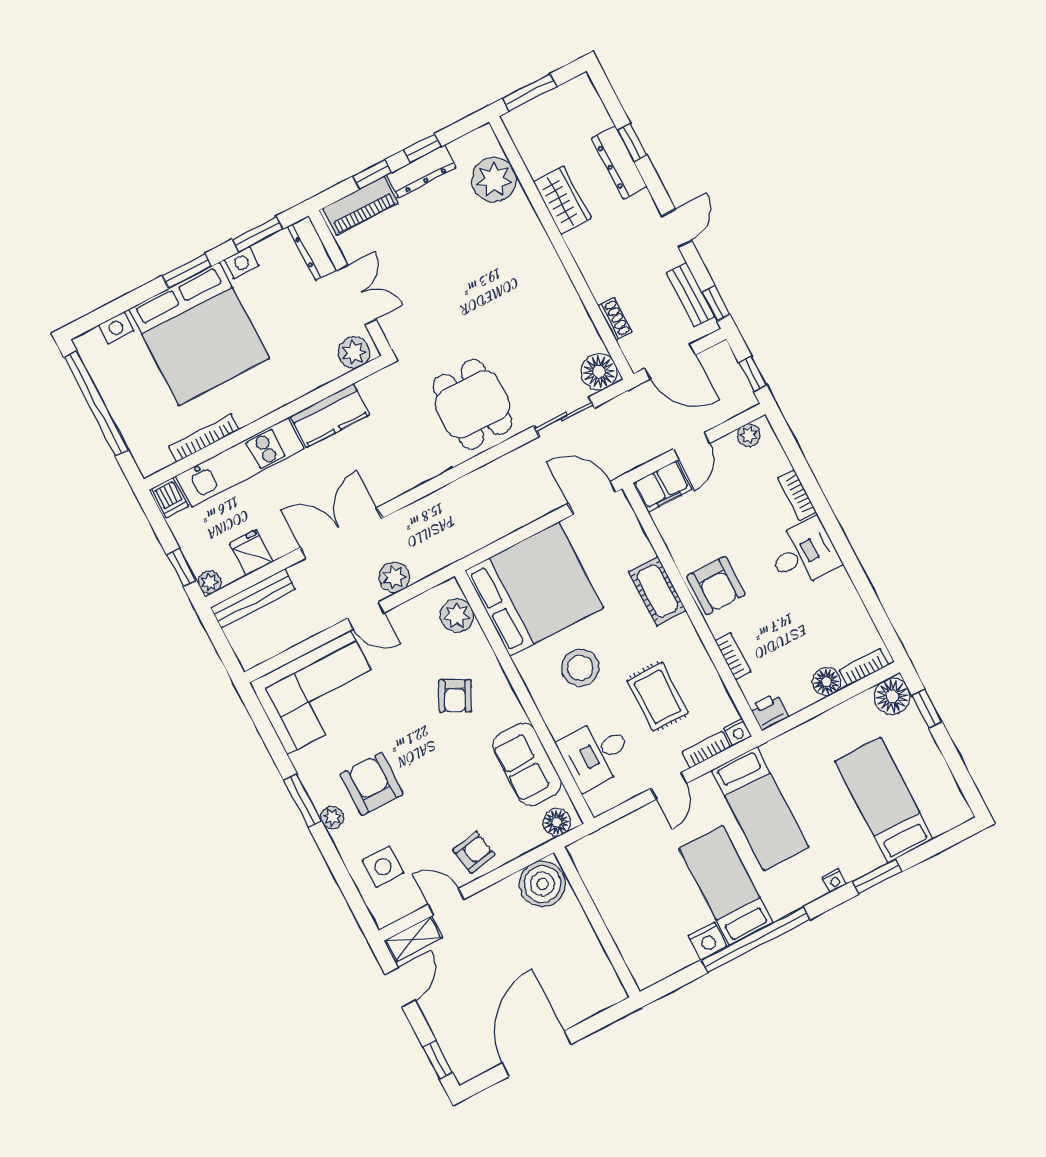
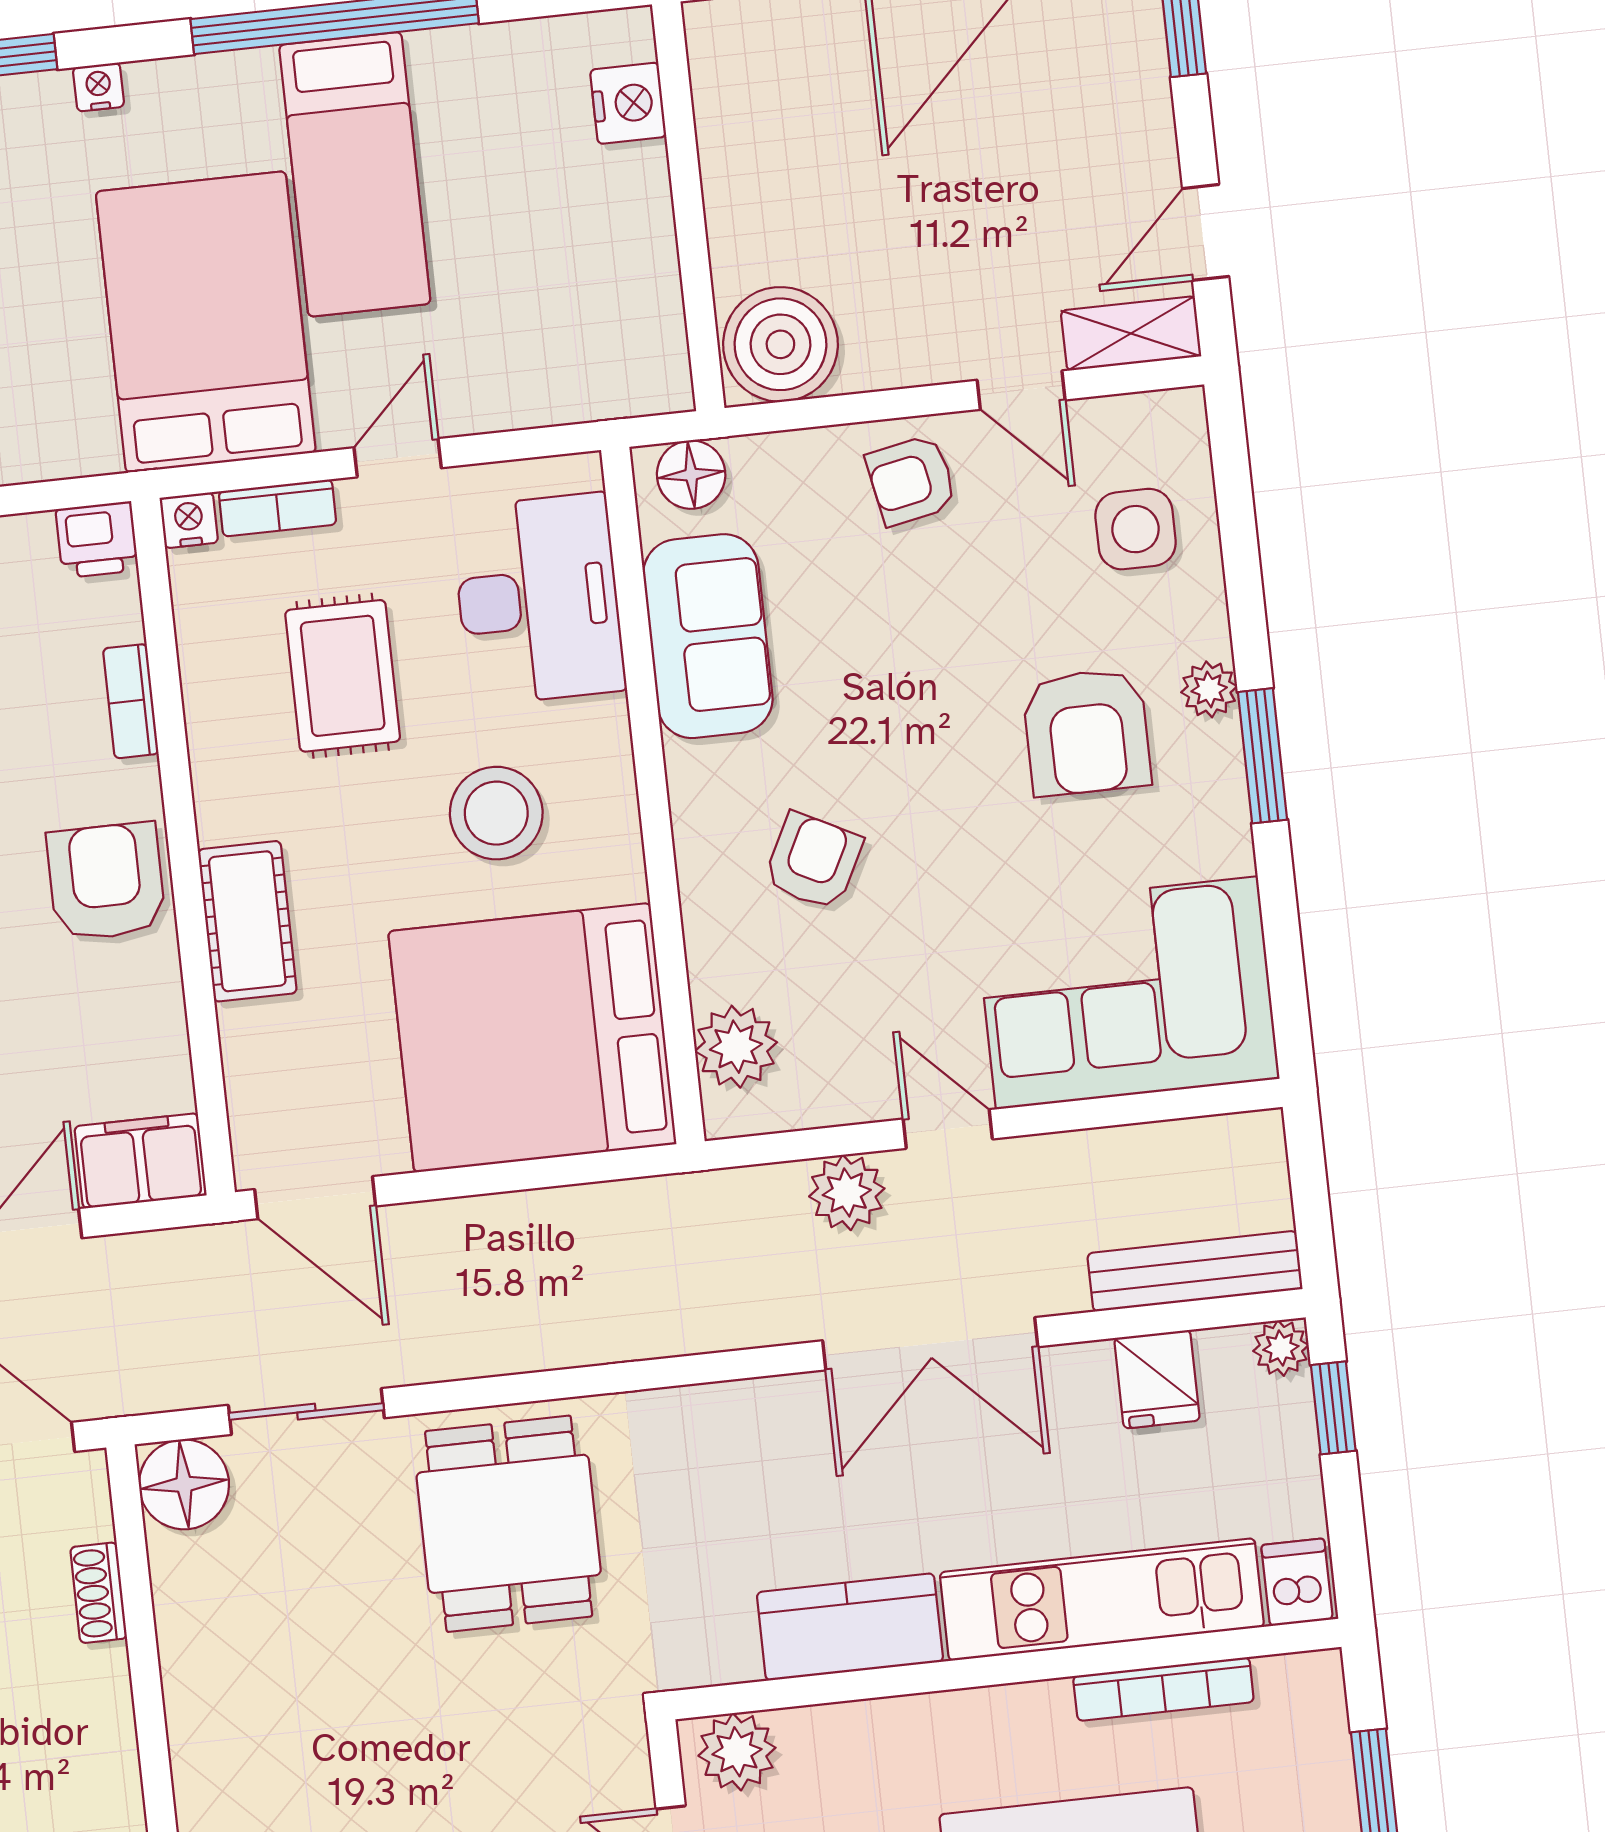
desk: (596, 754) -> (538, 599), width x1.37
bed: (760, 809) -> (206, 322), width x1.50
nightstand: (708, 941) -> (628, 103), moved, turned 90

